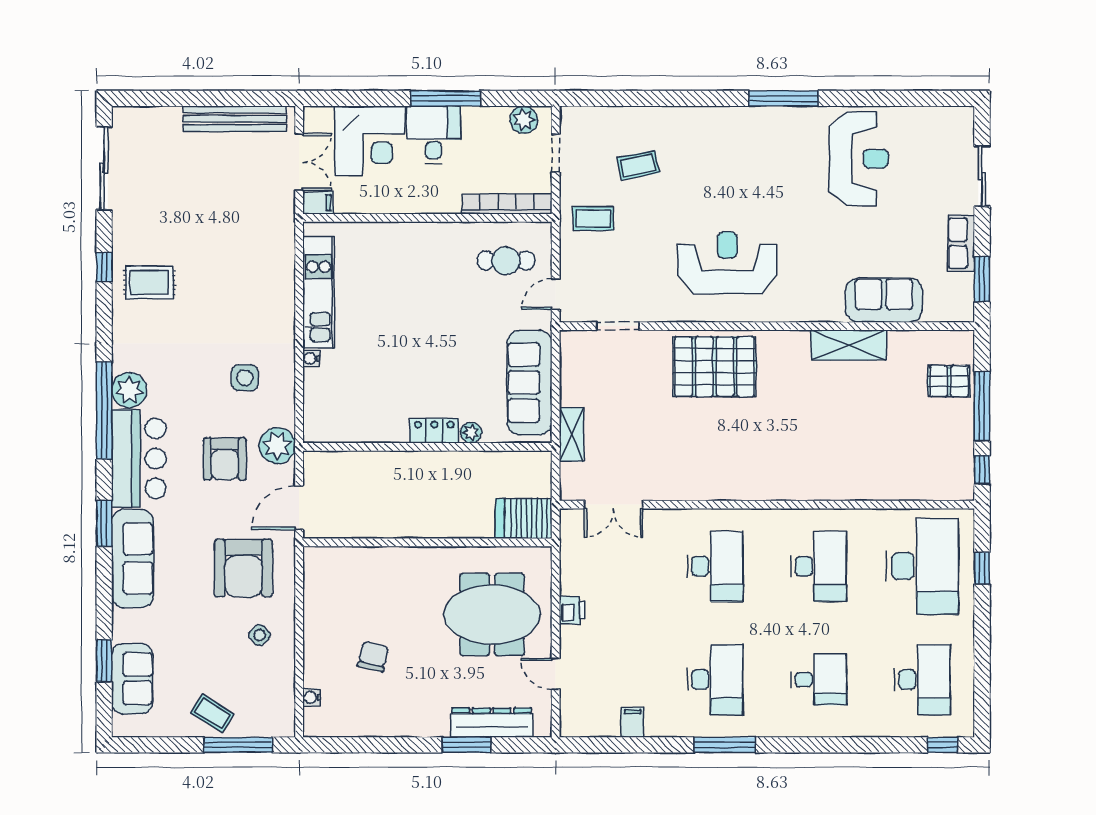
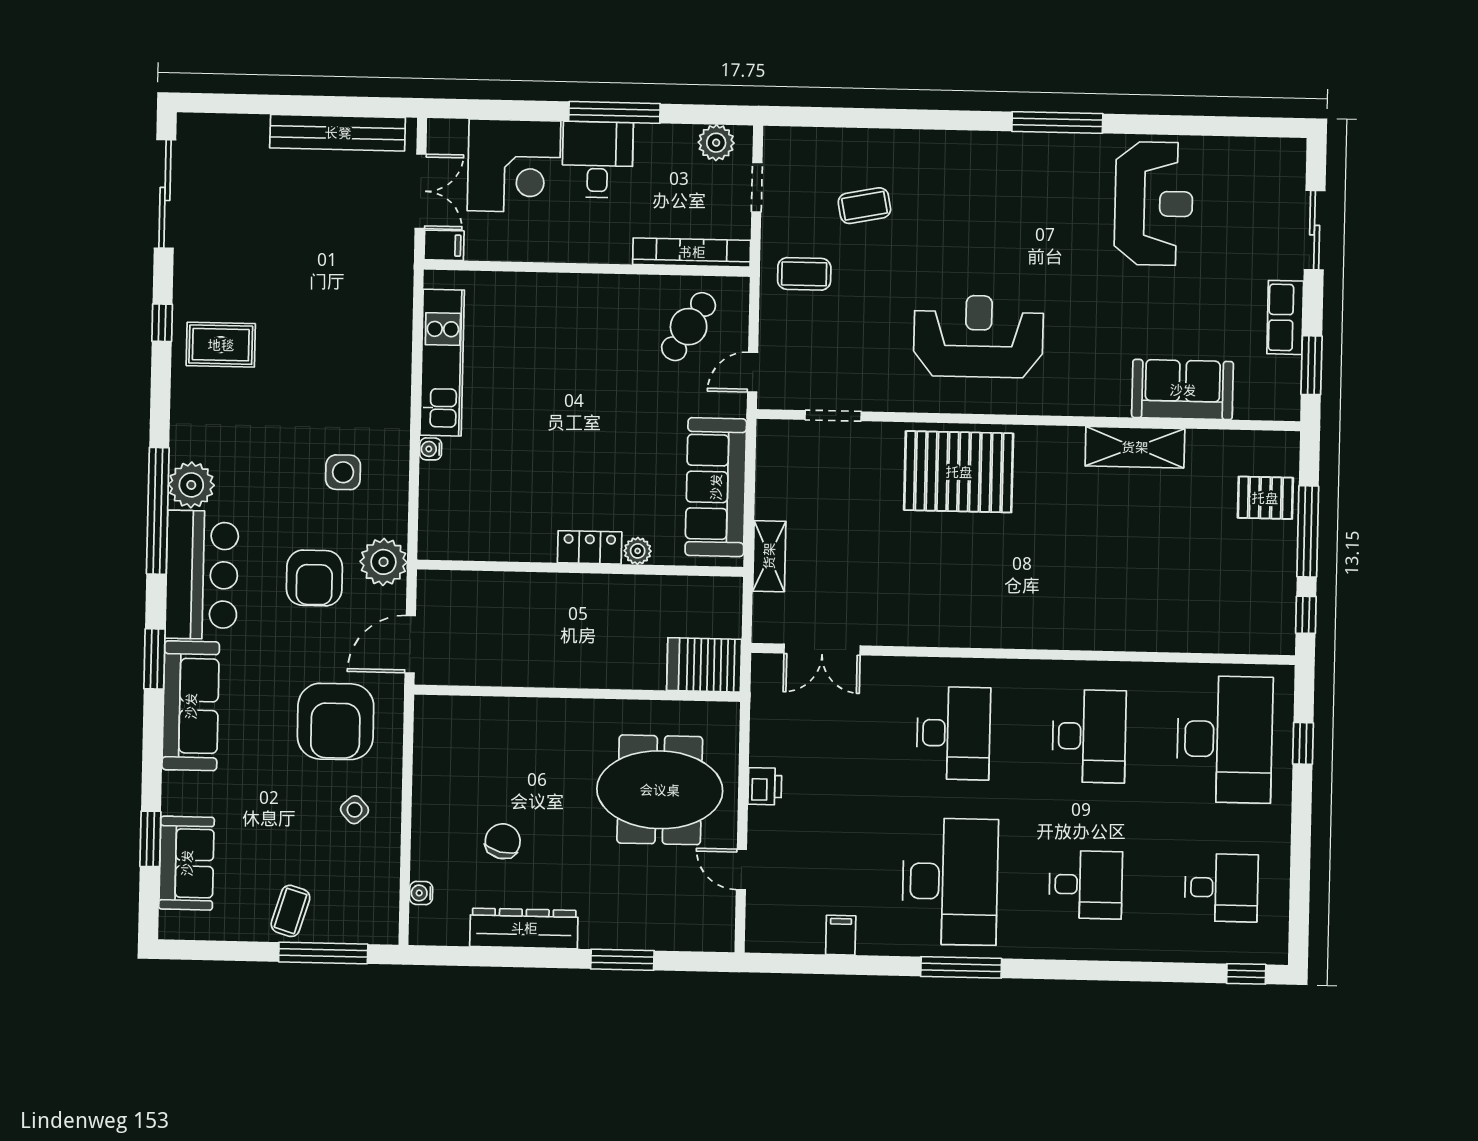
cafe table: (506, 261) -> (689, 327), turned -58
desk: (715, 679) -> (950, 881), width x1.36, depth x1.30
desk: (922, 679) -> (1221, 888), width x0.73
coffee table: (212, 713) -> (290, 911), turned 74
dresser: (492, 723) -> (524, 928), moved

